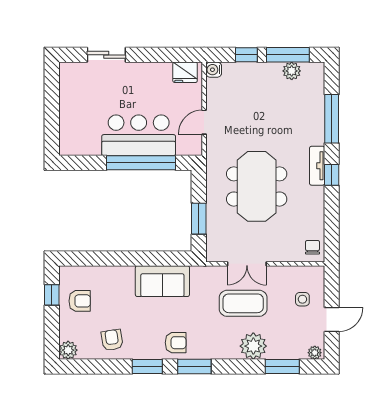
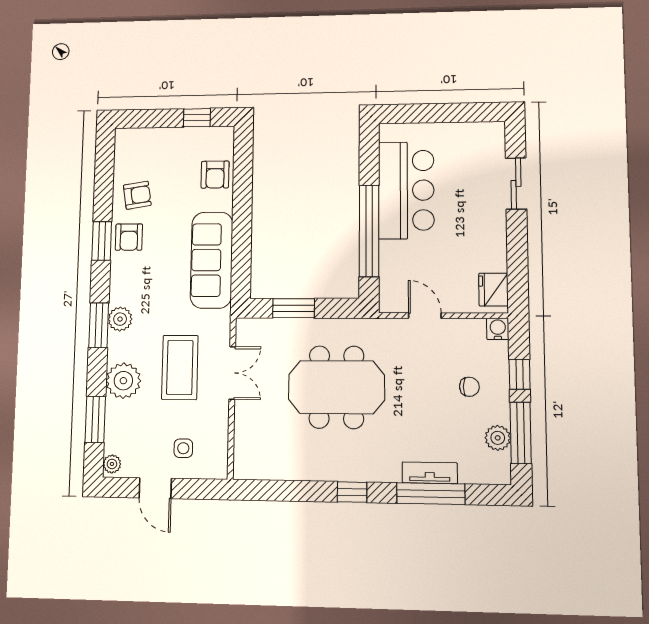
bar counter: (139, 135) -> (406, 190), moved
tv unit: (317, 166) -> (430, 473), moved
chair: (312, 247) -> (469, 387), moved
double door: (247, 264) -> (232, 373), swing flipped
sofa: (162, 281) -> (212, 260), width x1.36
armchair: (80, 301) -> (215, 175), moved
armchair: (176, 343) -> (129, 237), moved
plant: (68, 350) -> (120, 319), moved
window: (194, 367) -> (99, 325), moved

